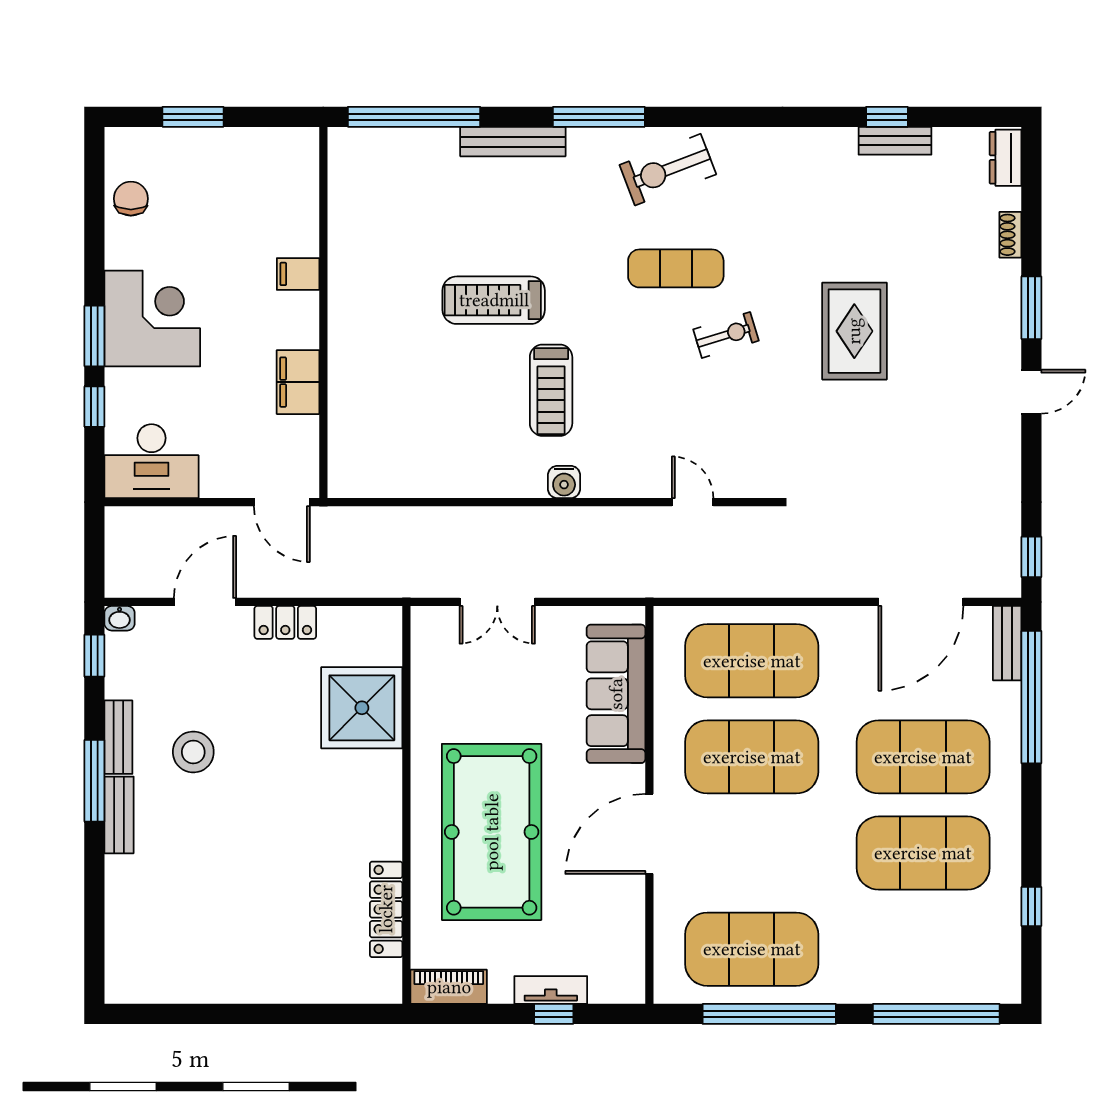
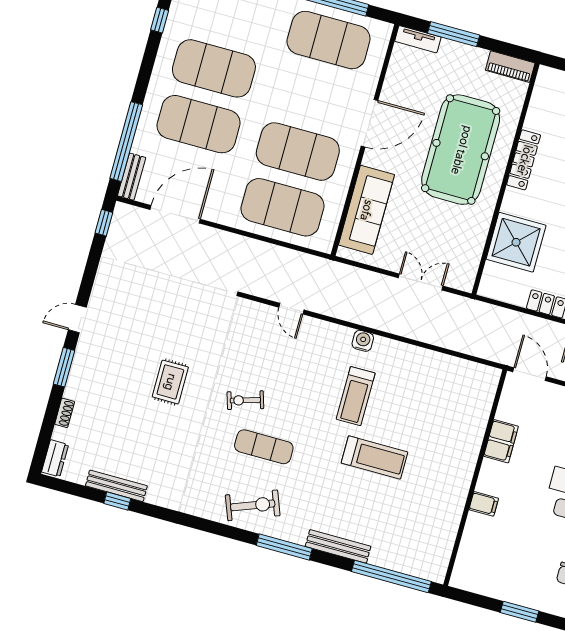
bench: (895, 141) -> (116, 486), width x1.36
rug: (854, 331) -> (170, 382), width x0.73, depth x0.70
treadmill: (551, 390) -> (356, 396), turned 180
locker: (386, 909) -> (524, 160), moved
tv unit: (551, 990) -> (418, 39), moved
window: (554, 1014) -> (454, 34), width x2.17

